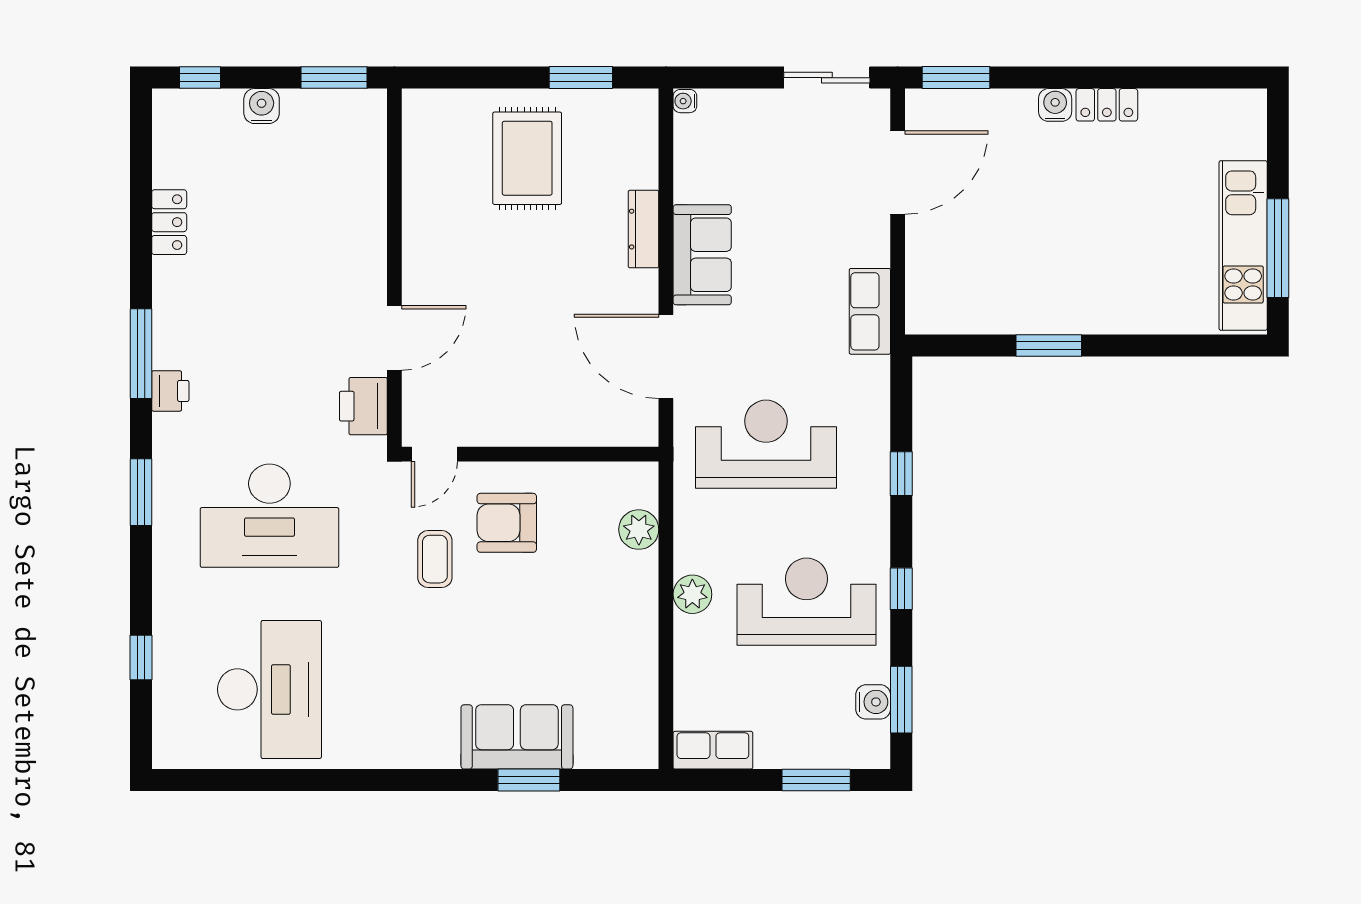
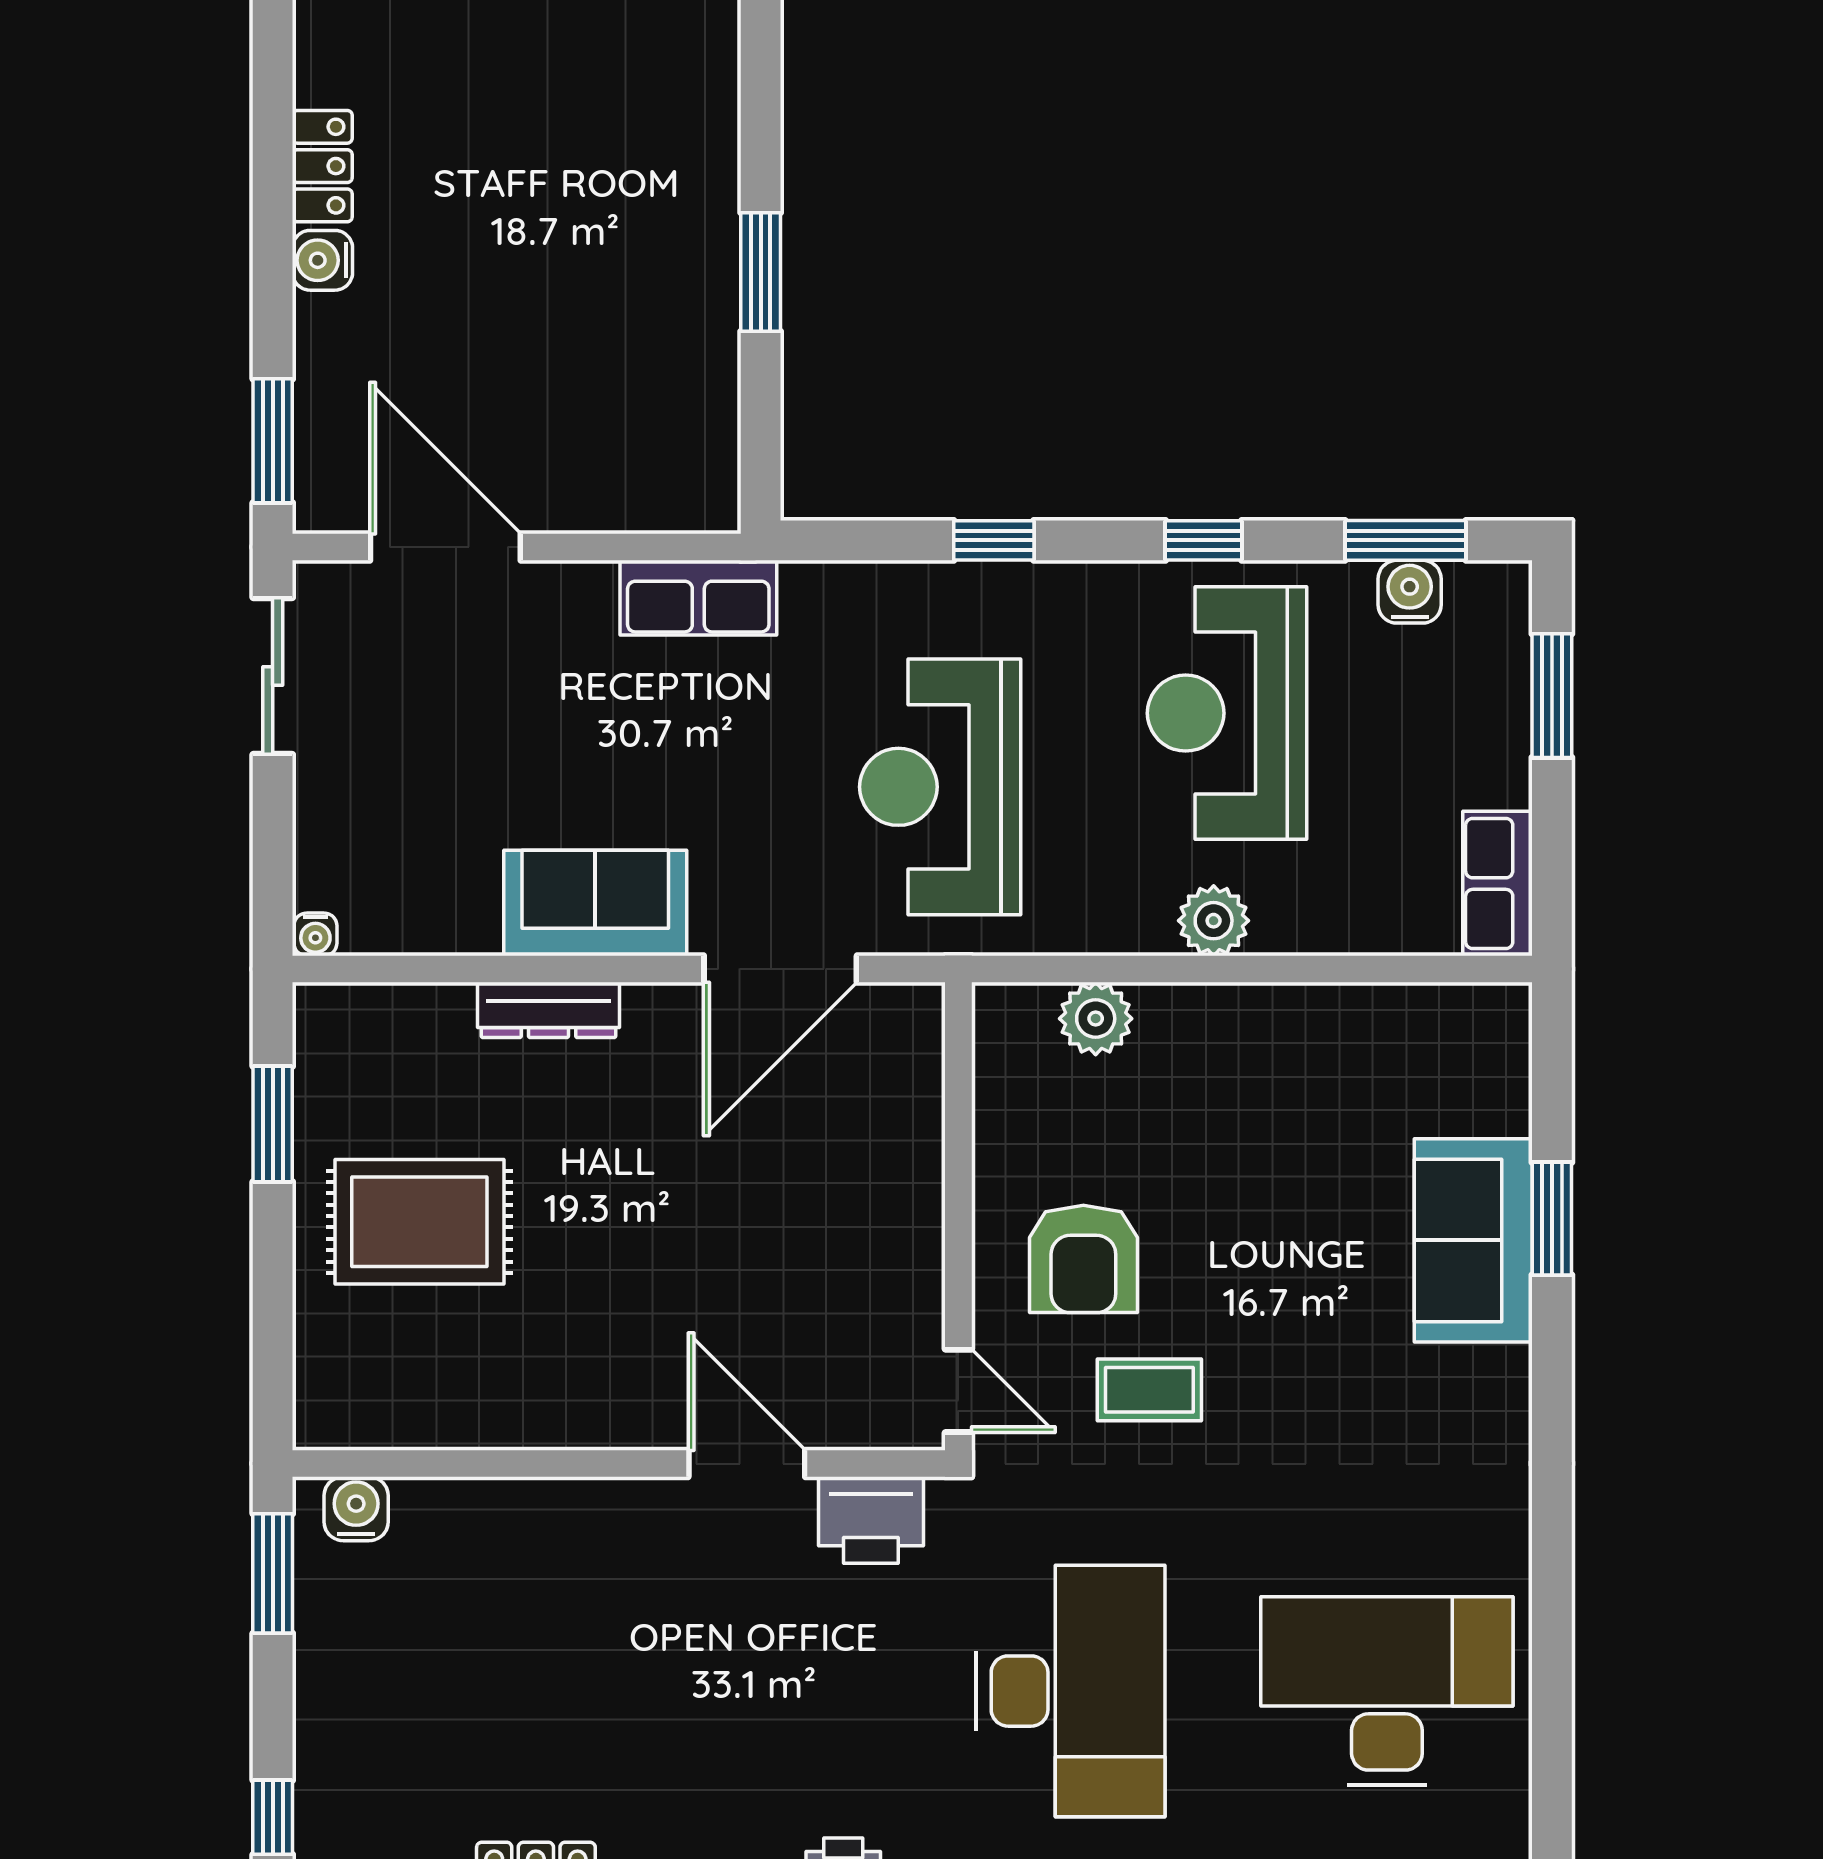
water cooler: (262, 106) -> (356, 1509), moved, turned 90

